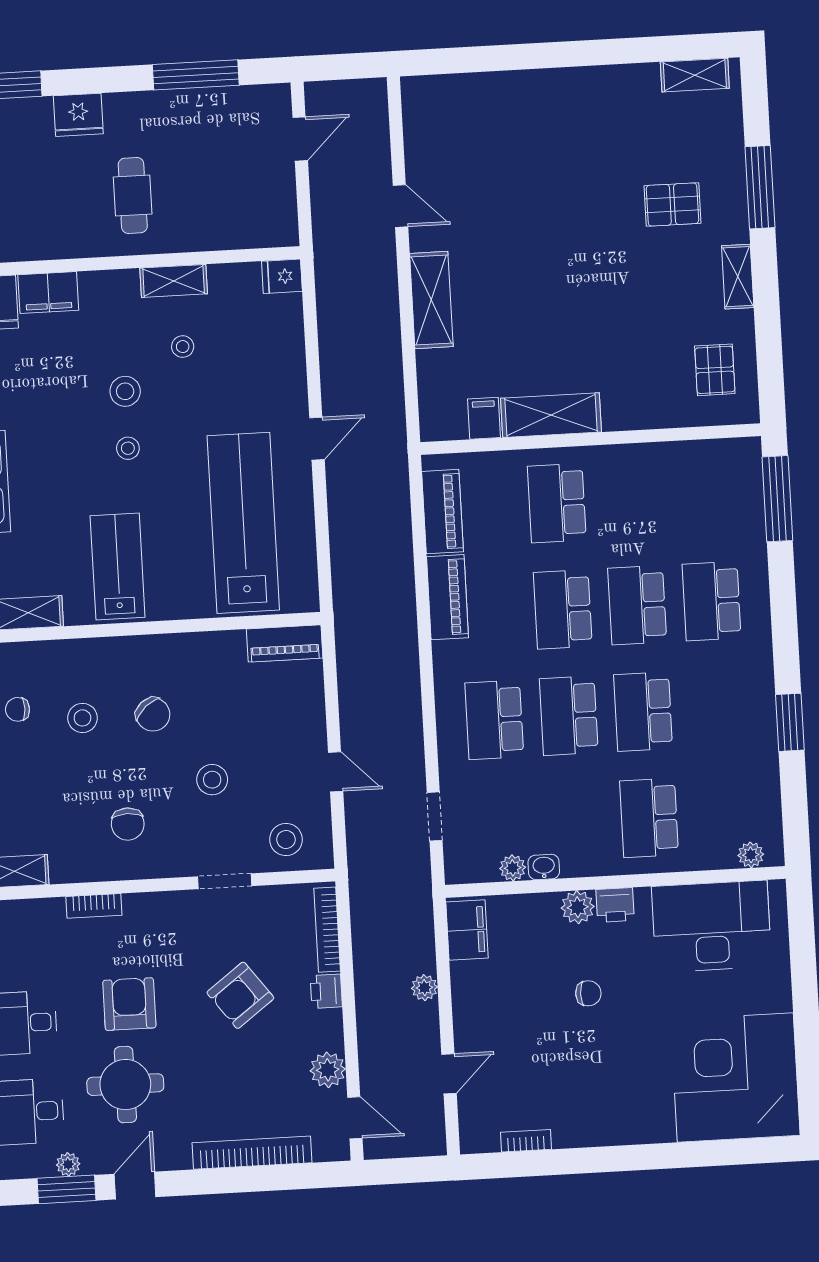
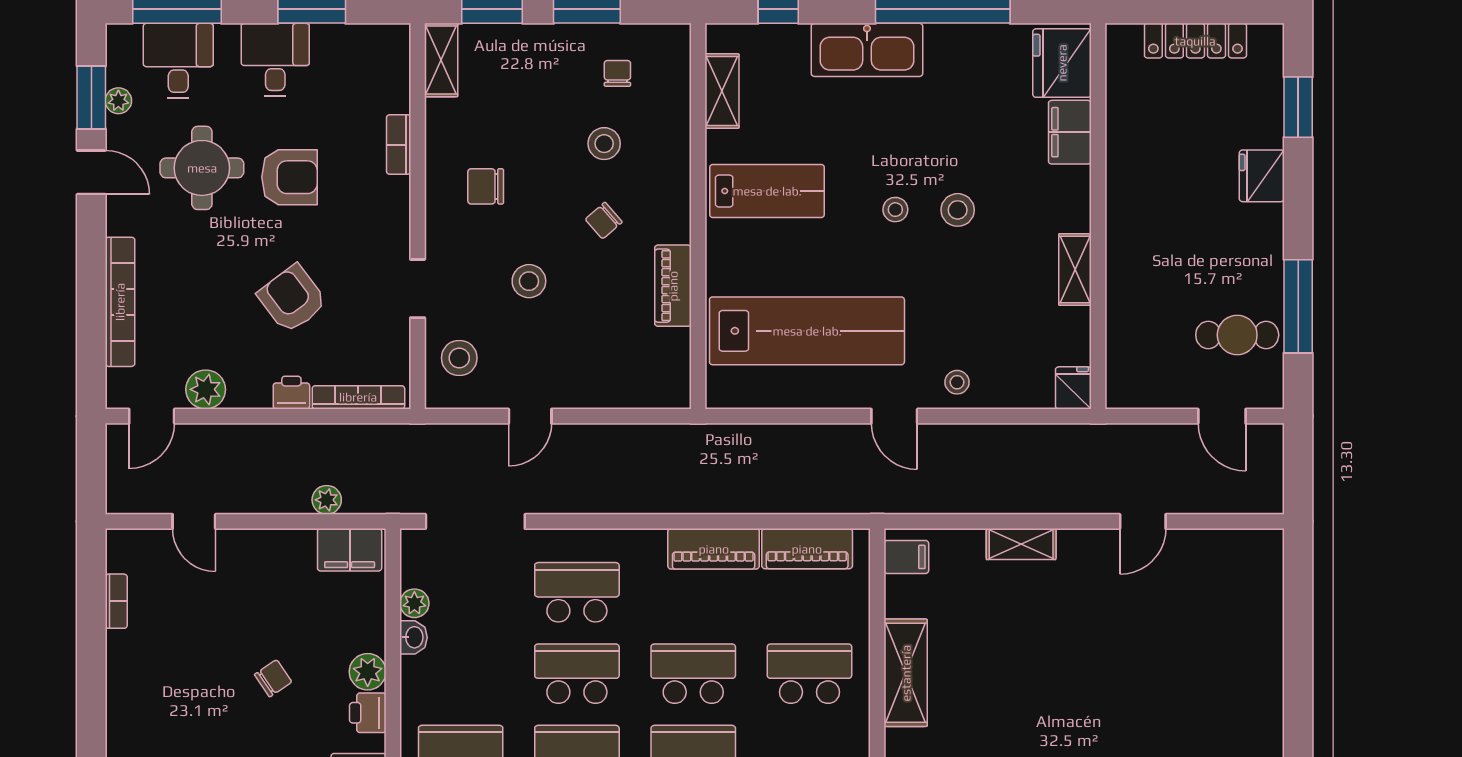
cafe table: (133, 195) -> (1237, 335), moved
shelving: (431, 300) -> (1021, 544), width x0.67, depth x0.75
stool: (183, 347) -> (957, 382), moved
filing cabinet: (484, 418) -> (906, 557), moved
piano: (285, 643) -> (673, 286), moved
chair: (153, 714) -> (604, 221), width x0.73, depth x0.73
doorway: (435, 816) -> (475, 521), width x1.88
plant: (424, 988) -> (327, 500), moved
chair: (588, 993) -> (273, 678), turned -125

